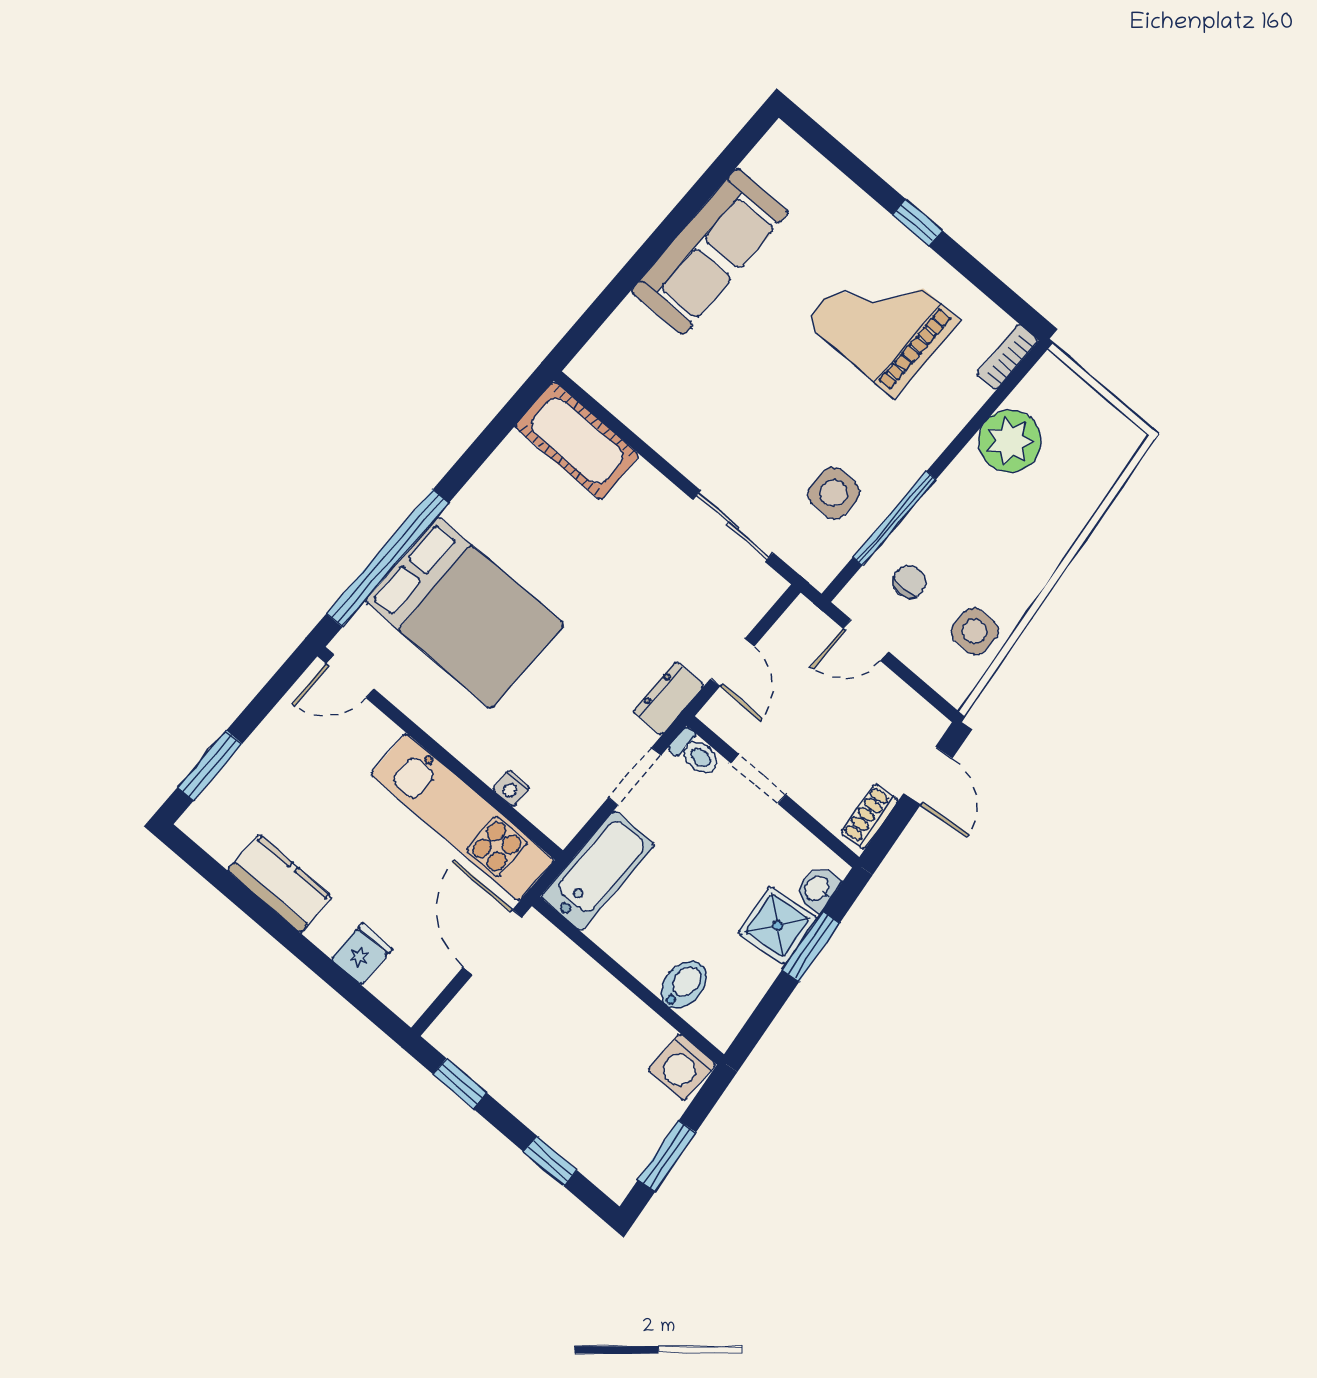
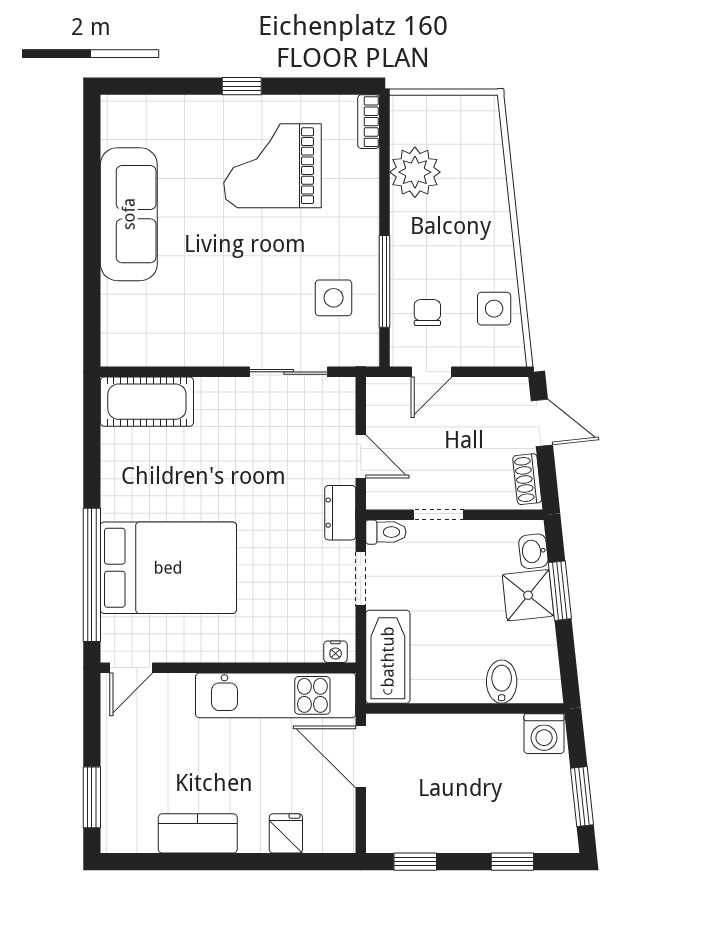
nightstand: (511, 788) -> (335, 652), moved

